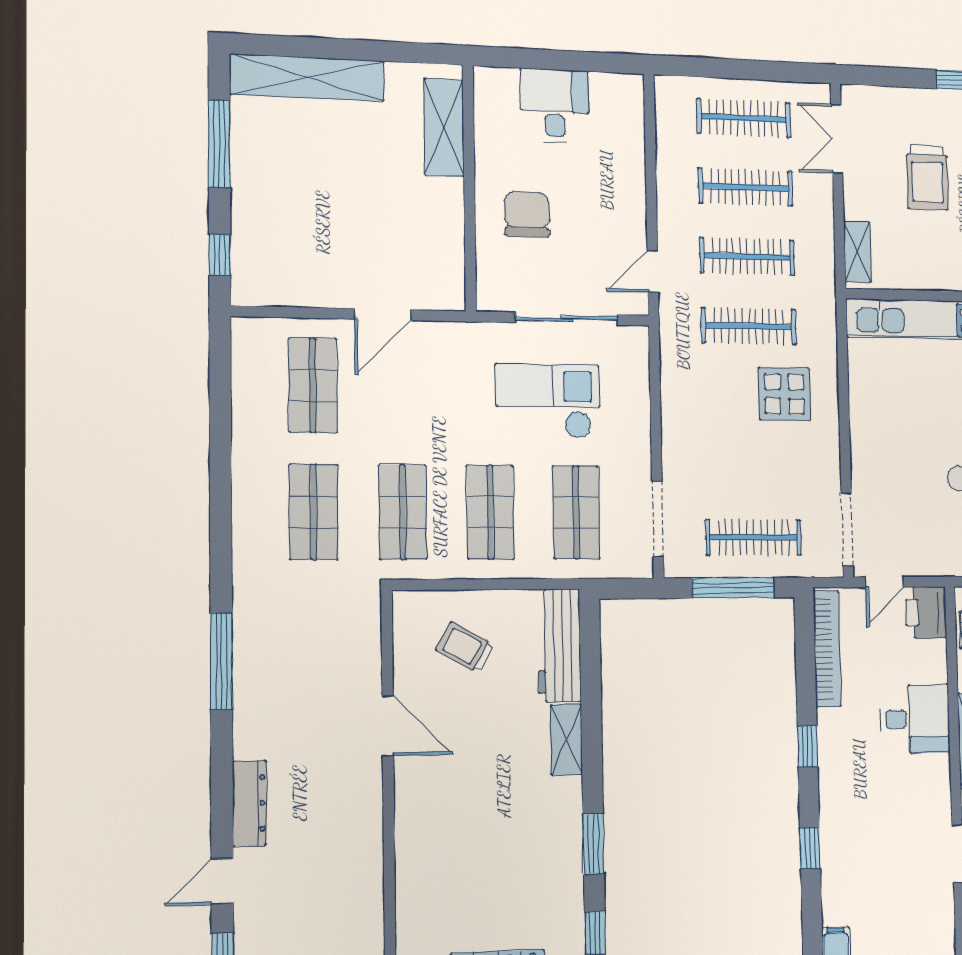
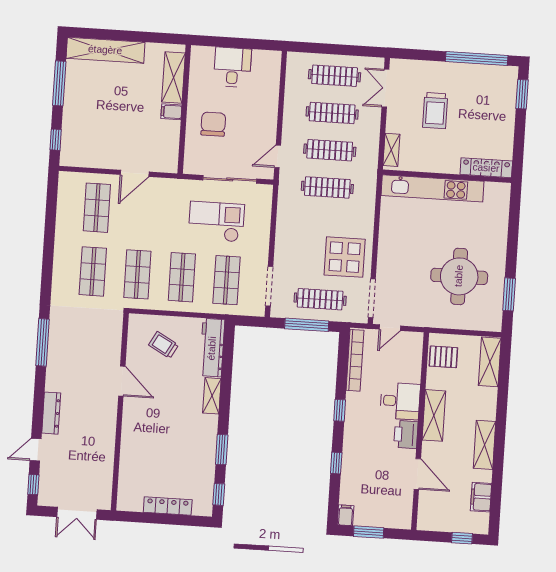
filing cabinet: (445, 193) -> (171, 112), added
display table: (784, 394) -> (345, 257), moved, width x1.36, depth x1.36
printer: (926, 612) -> (406, 435), moved

